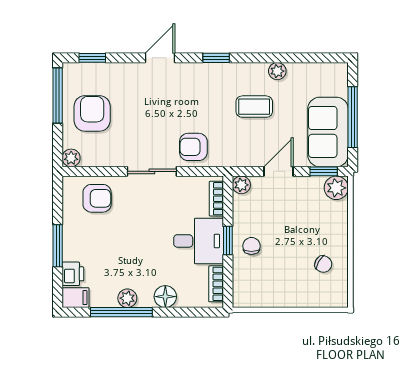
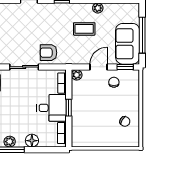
plant: (336, 188) -> (132, 77), removed
chair: (251, 246) -> (114, 82), moved

